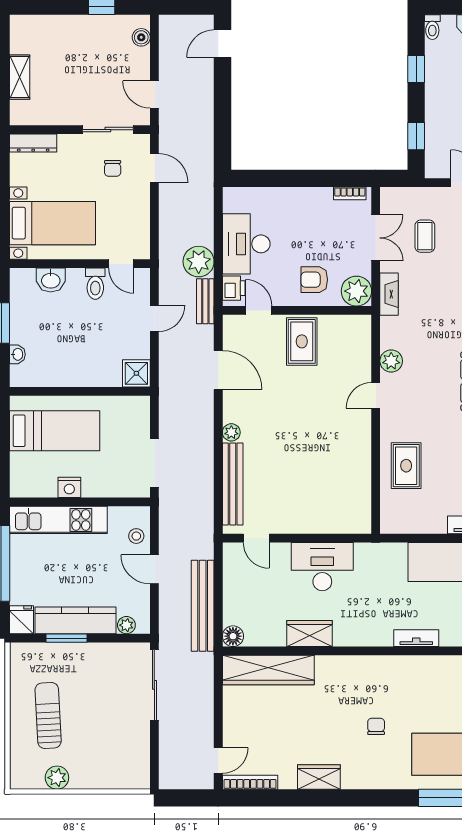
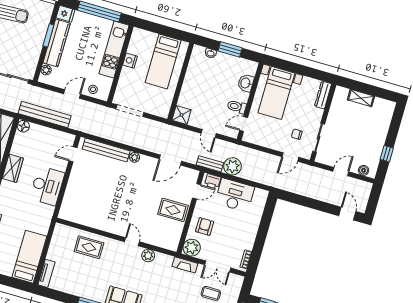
door: (154, 94) -> (341, 172), moved

